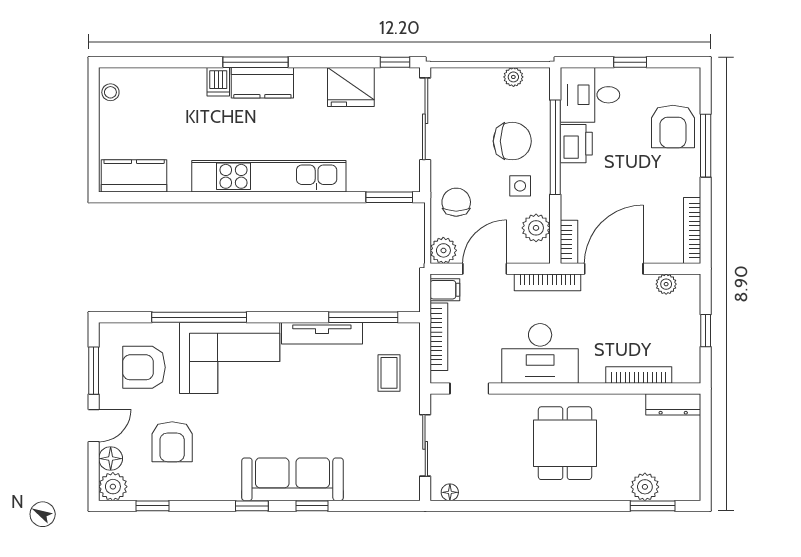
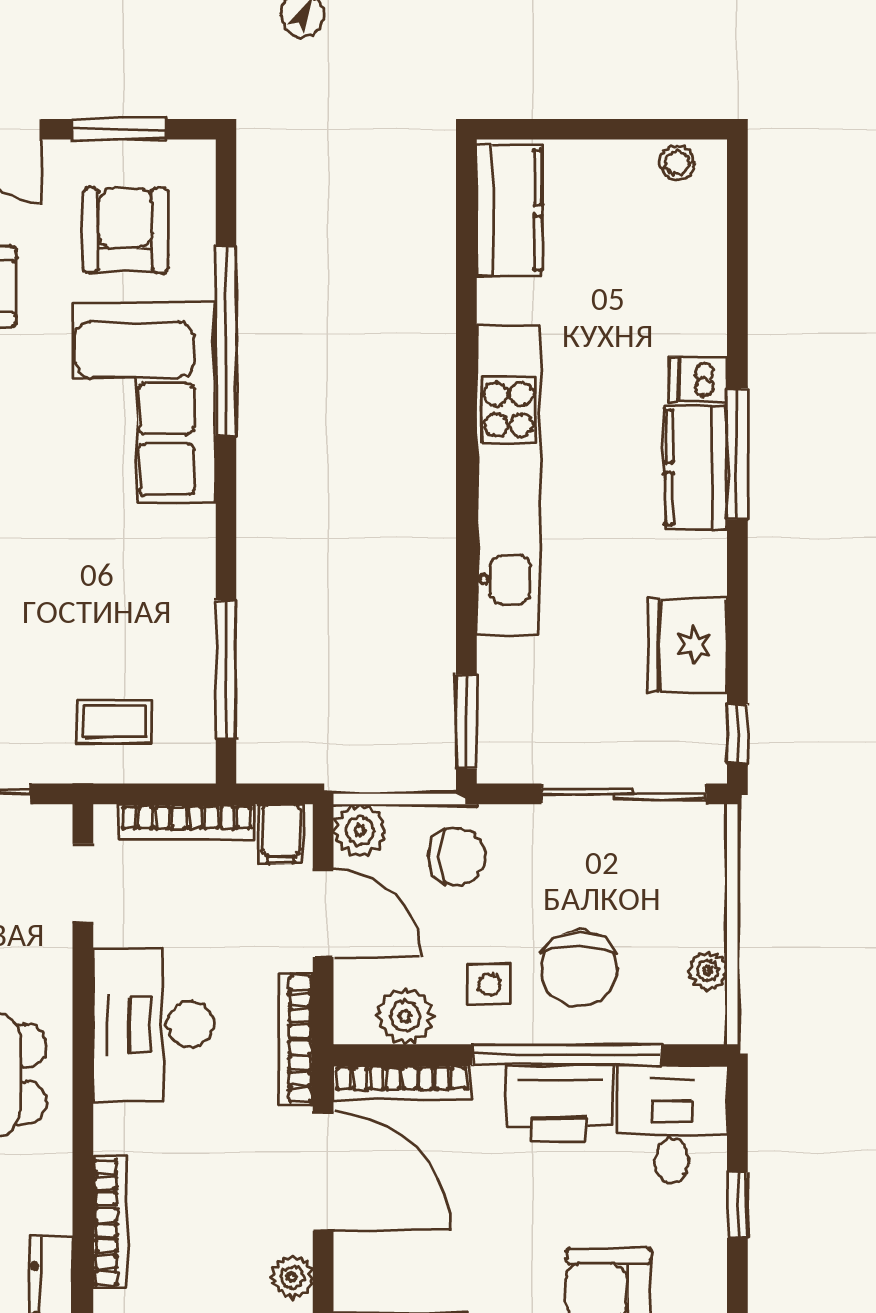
printer: (576, 144) -> (559, 1103), width x1.37, depth x1.19
bookcase: (569, 242) -> (401, 1082), width x1.56
tv unit: (322, 333) -> (194, 587), removed

